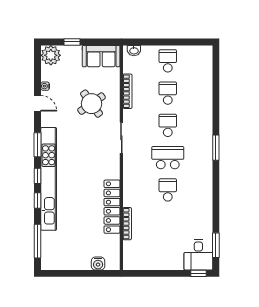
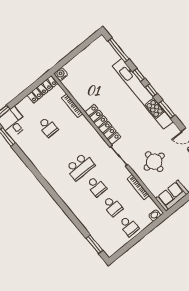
round table: (92, 104) -> (154, 162), turned 35
window: (216, 148) -> (94, 244), moved
school desk: (168, 190) -> (48, 127), moved
locker: (112, 207) -> (103, 124), moved
locker: (143, 263) -> (42, 89), added
water cooler: (98, 264) -> (61, 74), moved

